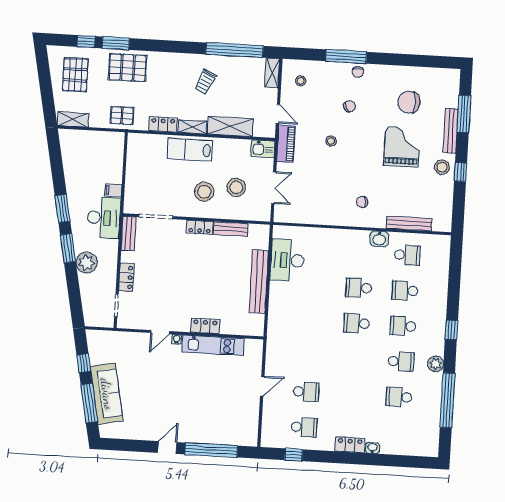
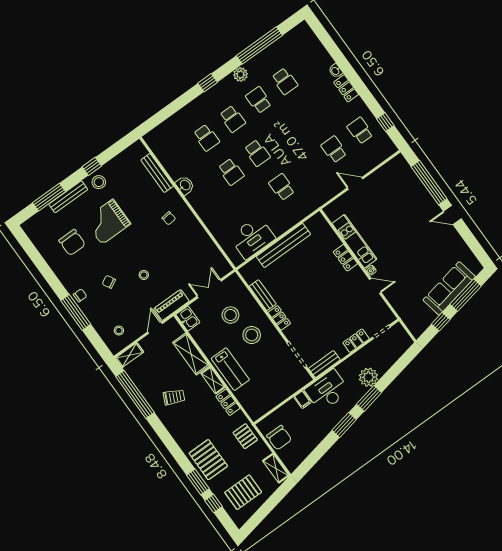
chair: (97, 144) -> (279, 438), added
school desk: (407, 255) -> (282, 187), moved

